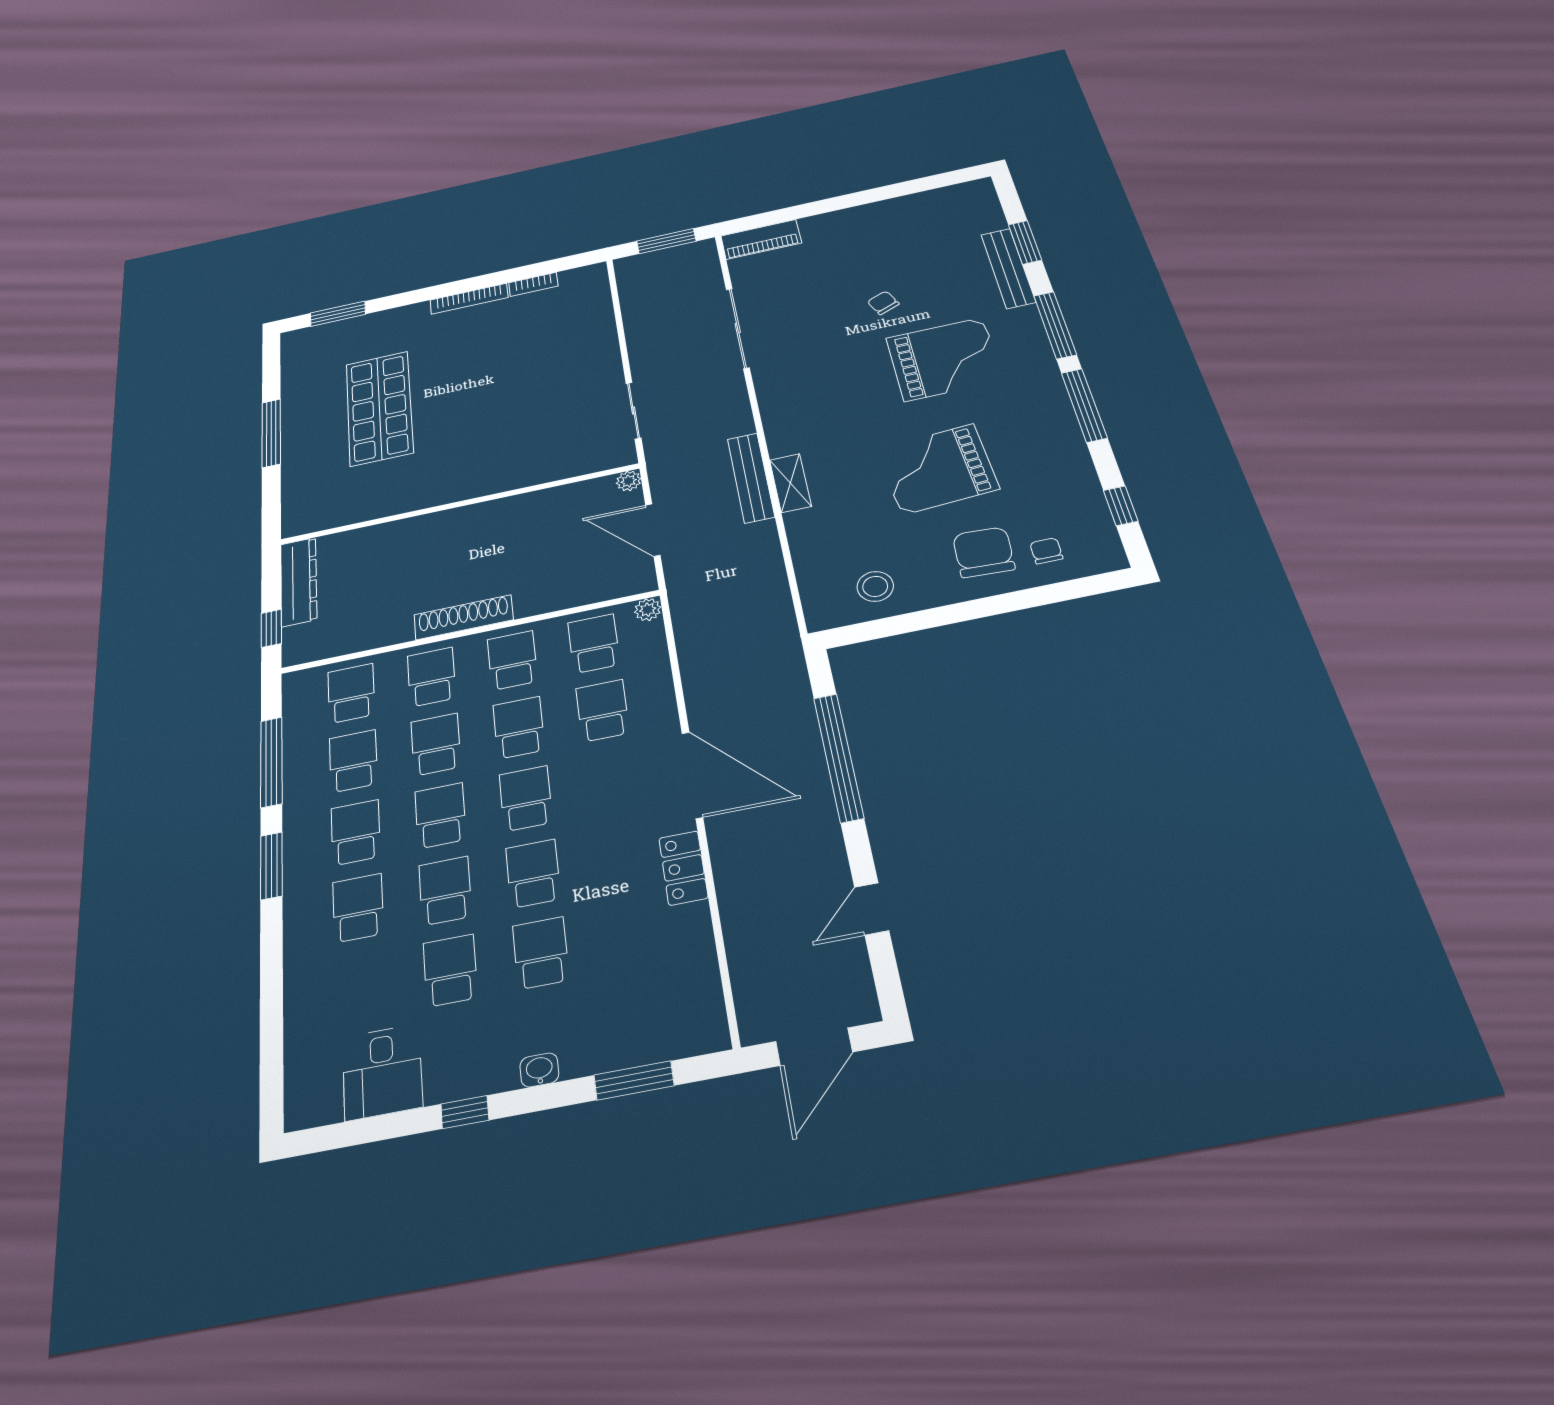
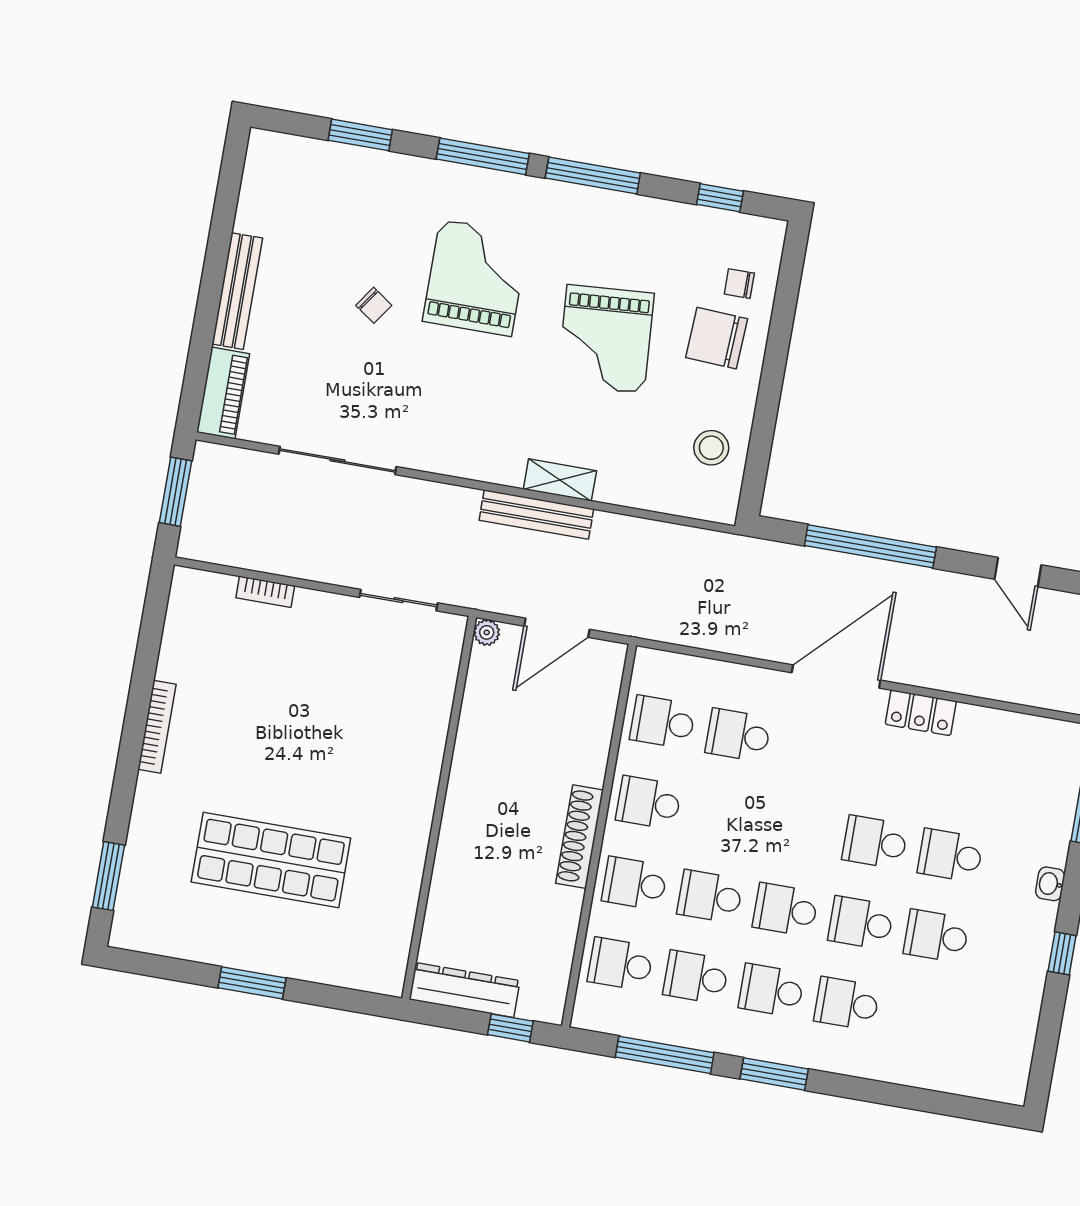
bench: (1008, 268) -> (237, 291), moved, turned 90
bookcase: (533, 284) -> (265, 592), moved, turned 90
chair: (883, 303) -> (374, 305), turned -122
window: (271, 433) -> (252, 983), width x0.69
plant: (648, 610) -> (647, 661), removed
school desk: (519, 728) -> (724, 816), removed
school desk: (526, 798) -> (799, 829), removed
desk: (382, 1072) -> (1003, 1014), removed

